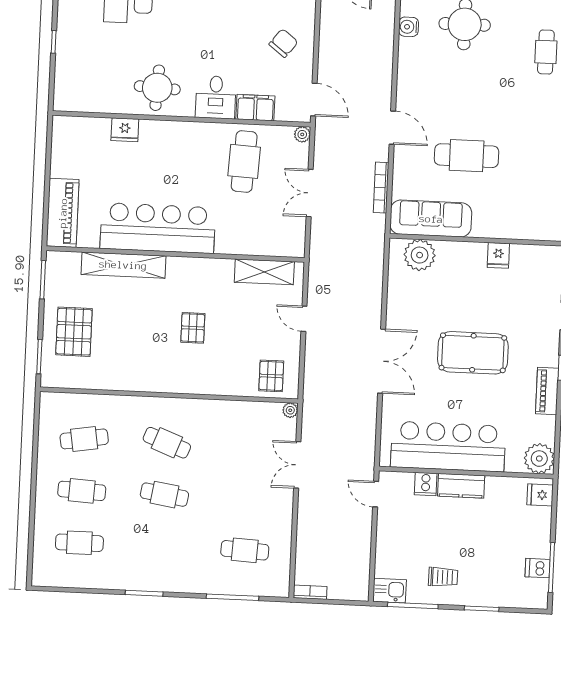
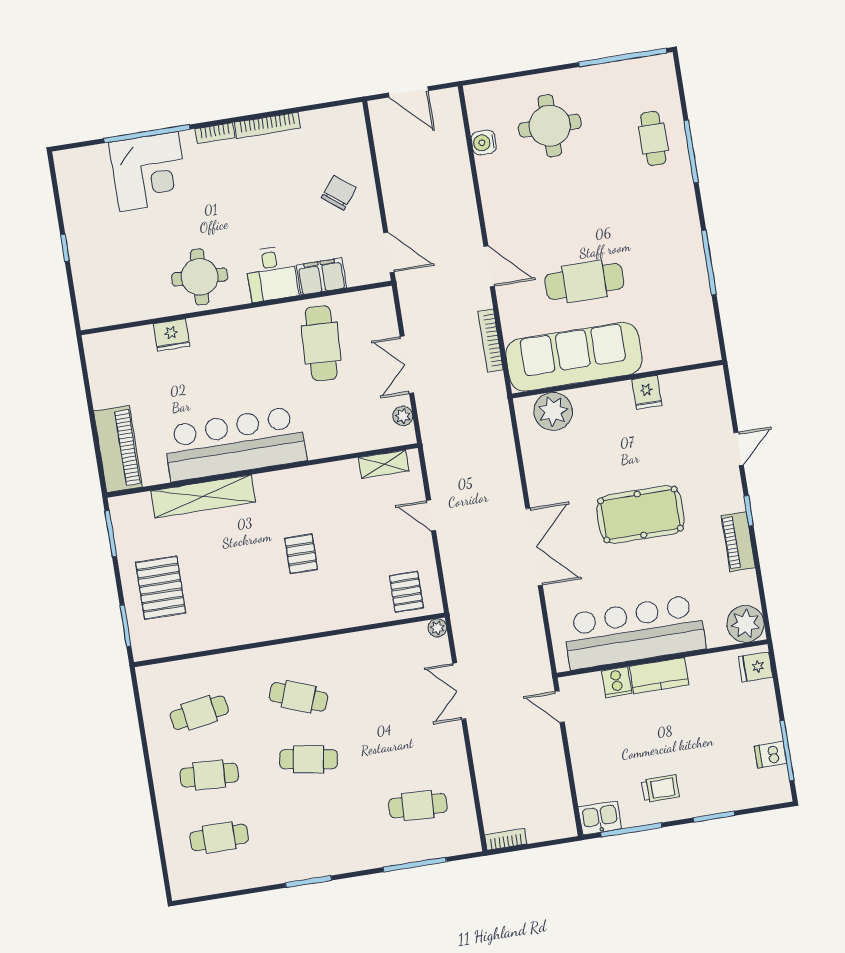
plant: (302, 134) -> (403, 416), moved
sofa: (431, 219) -> (574, 357), width x1.36, depth x1.27
shelving: (264, 272) -> (384, 464), width x0.67, depth x0.75

